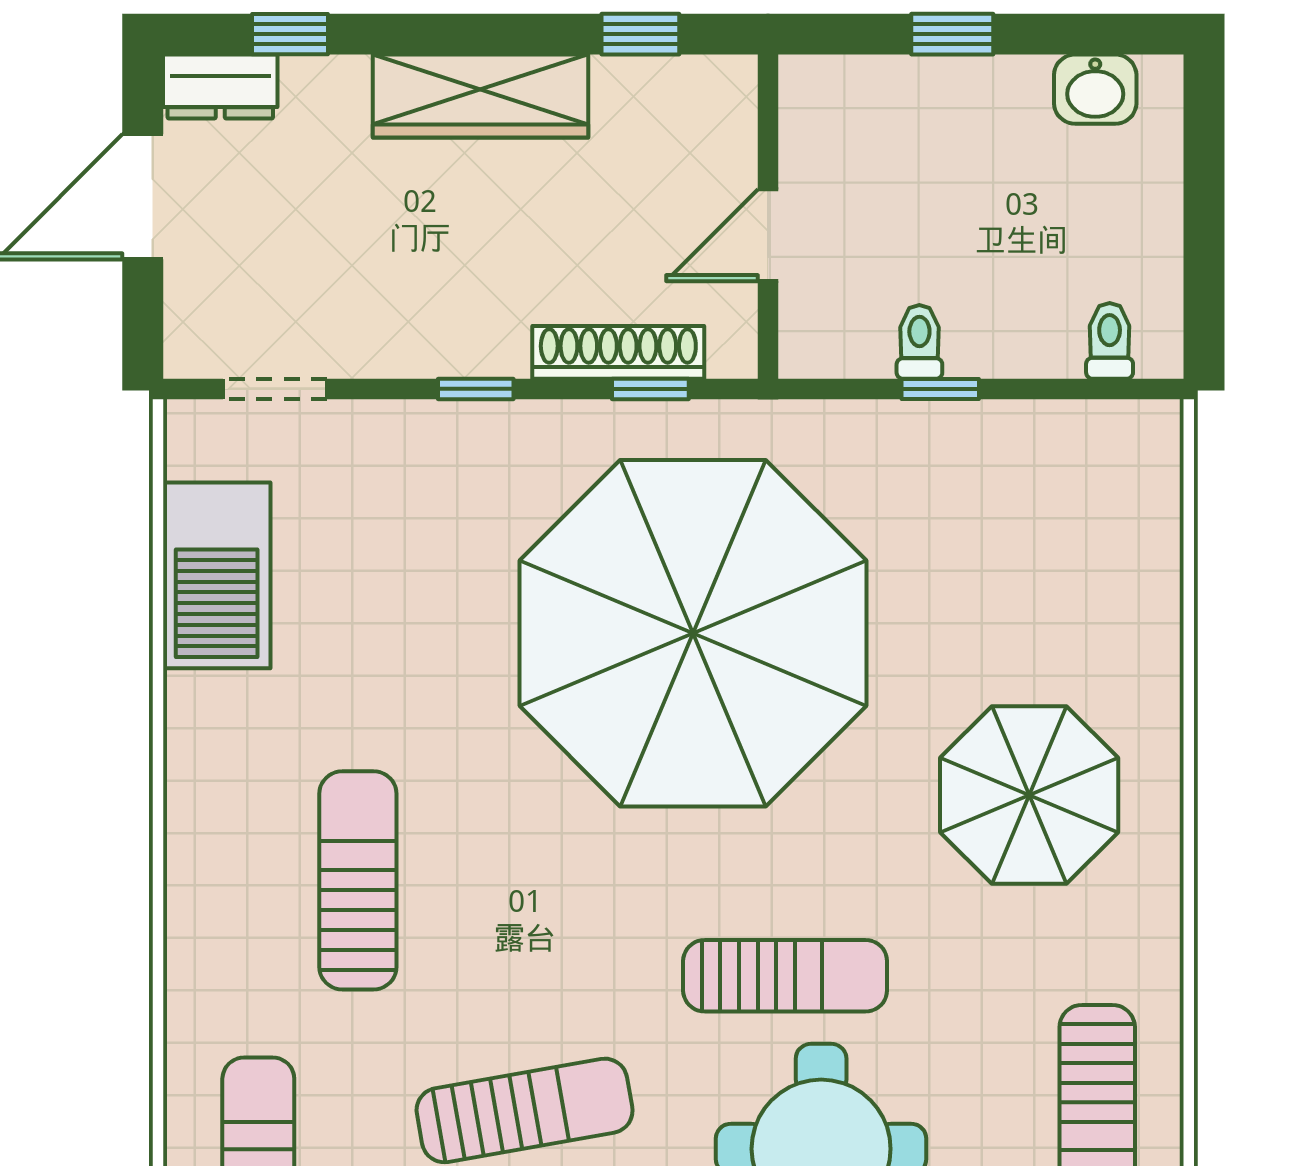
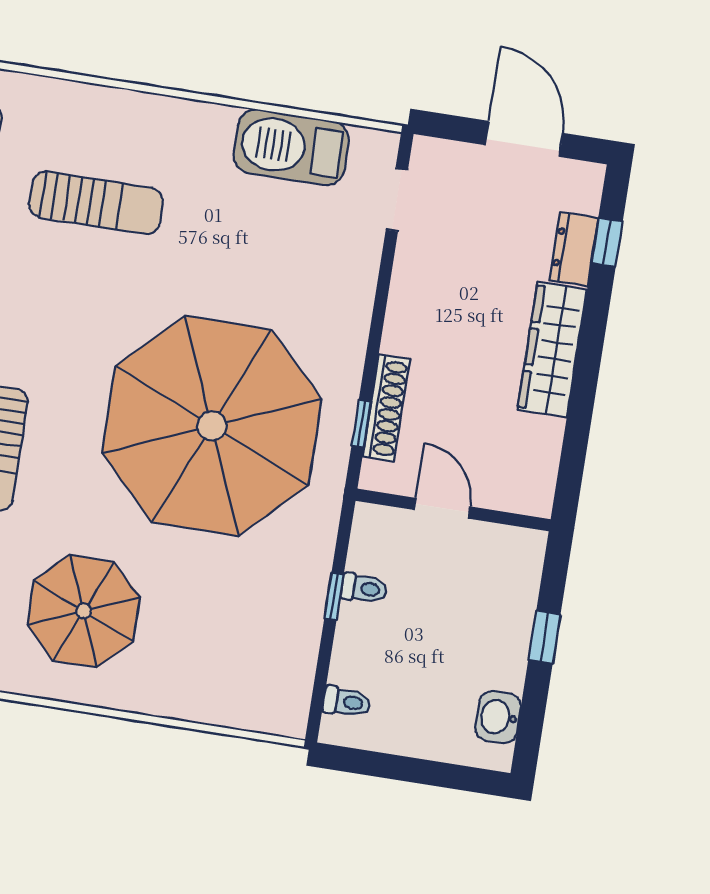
window: (640, 34) -> (574, 451), removed
dresser: (220, 87) -> (574, 249), moved
window: (476, 389) -> (378, 319), removed

